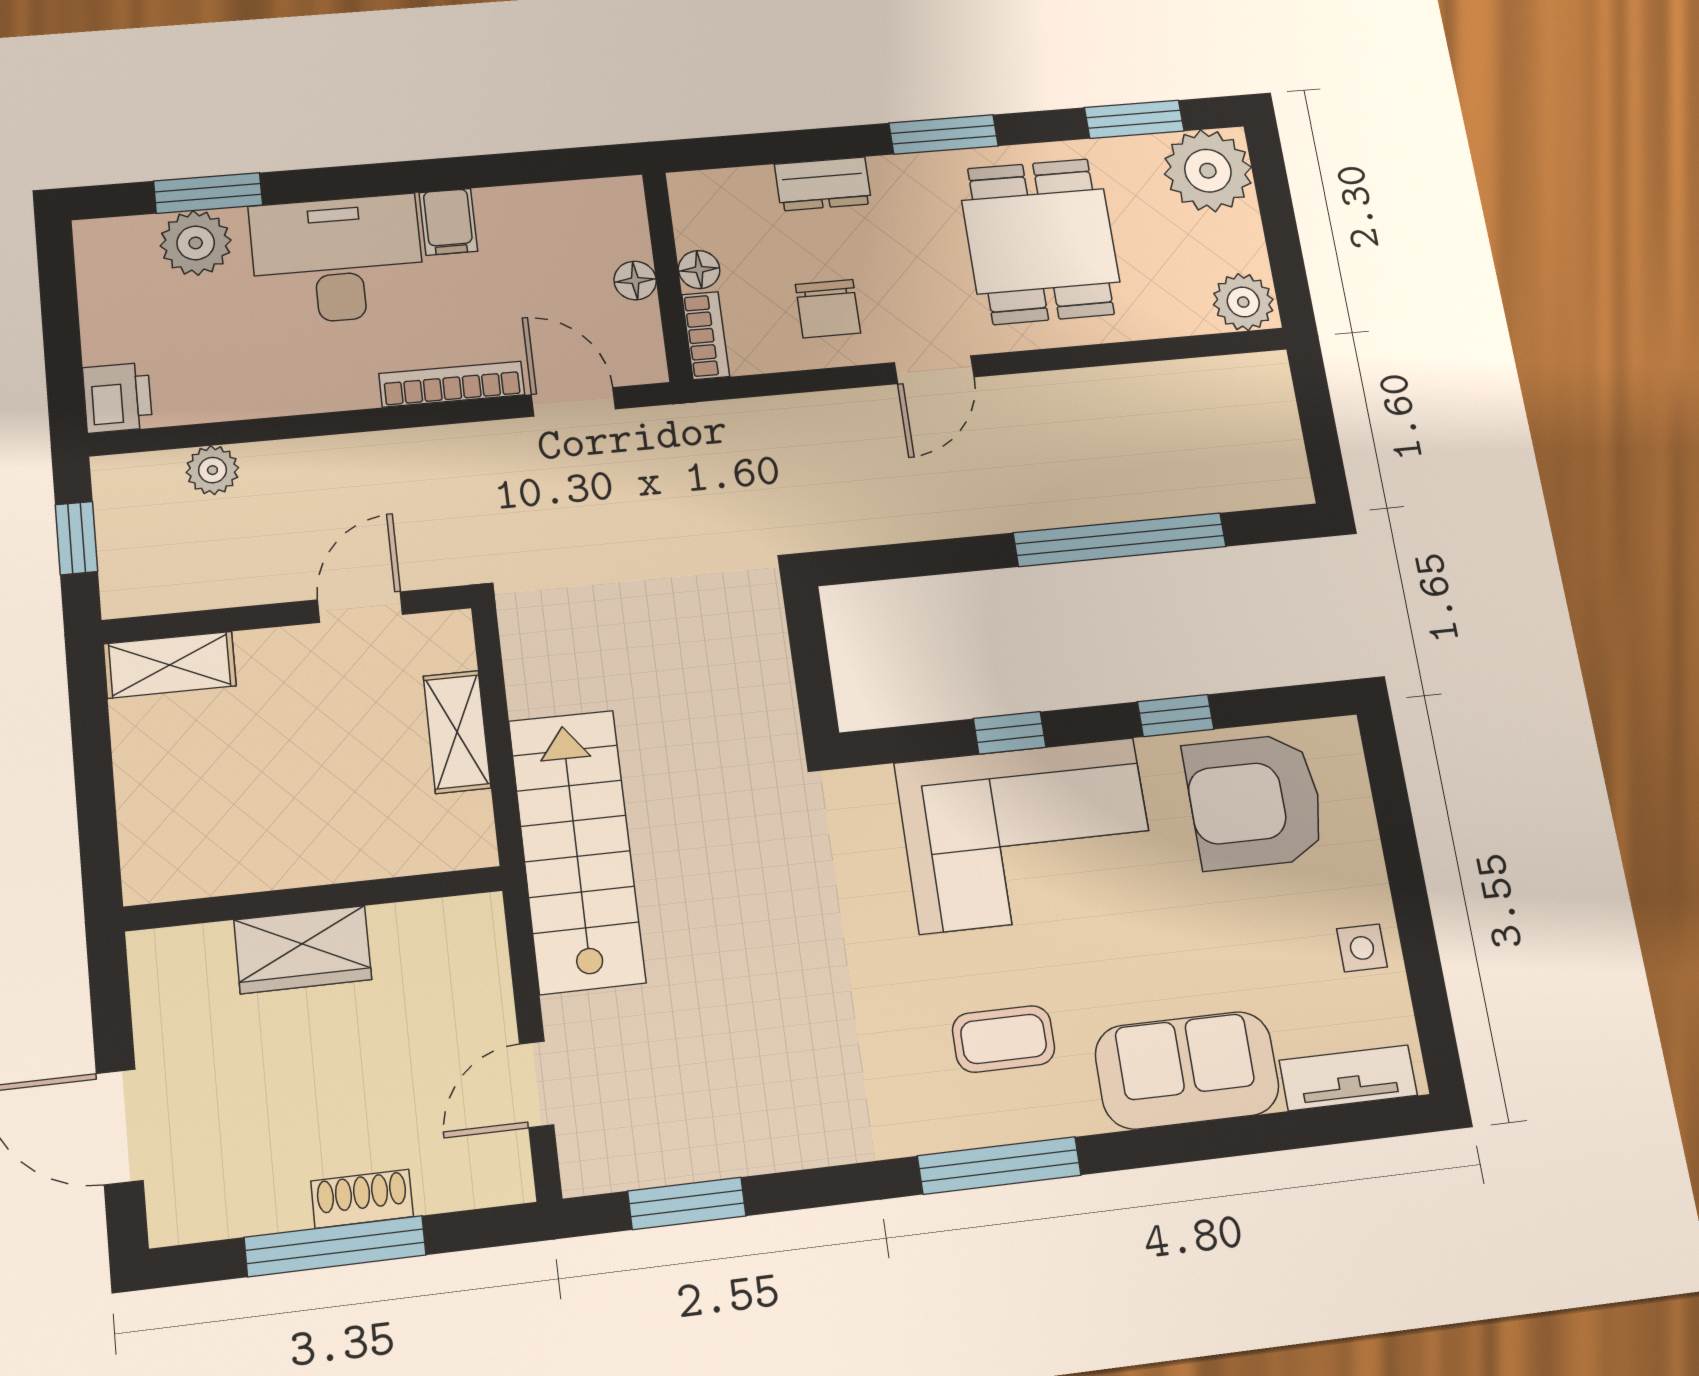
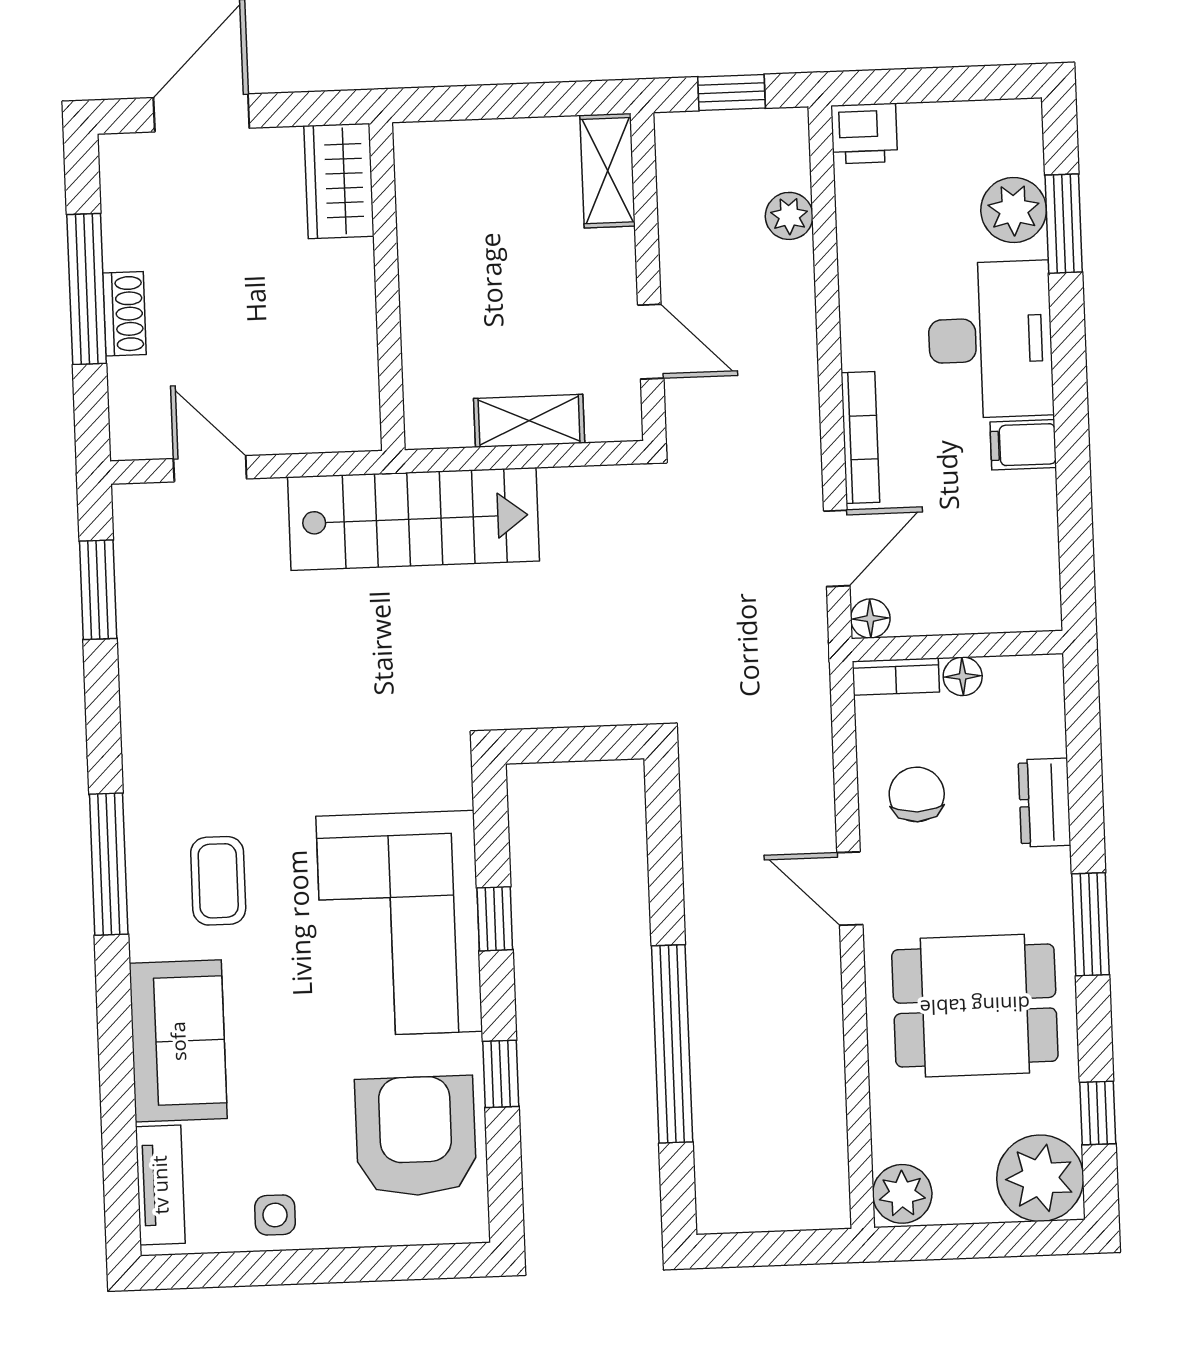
window: (1134, 119) -> (1098, 1113), width x0.67
floor lamp: (635, 281) -> (870, 618), moved
chair: (828, 309) -> (917, 794), turned 90
wardrobe: (303, 950) -> (339, 181), moved

